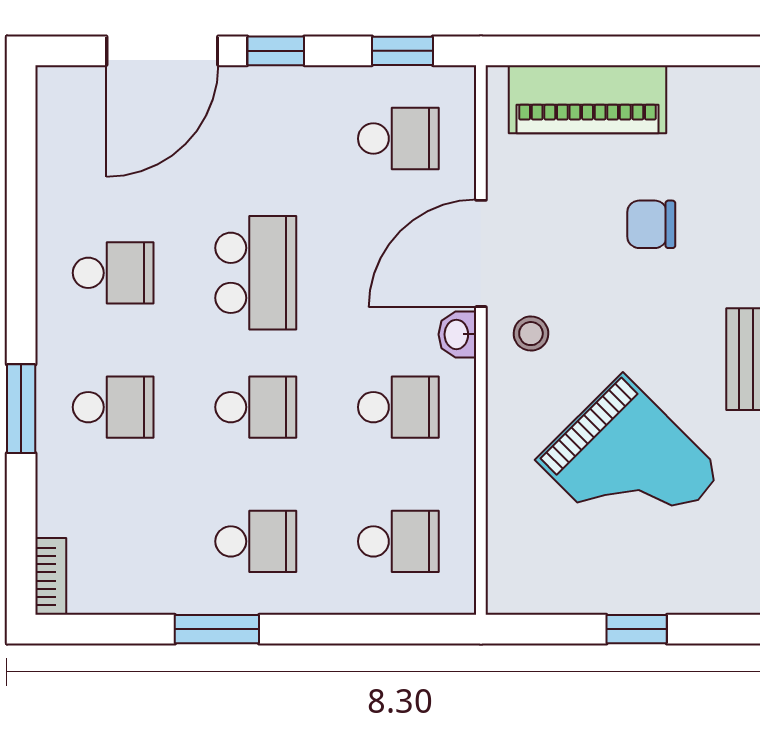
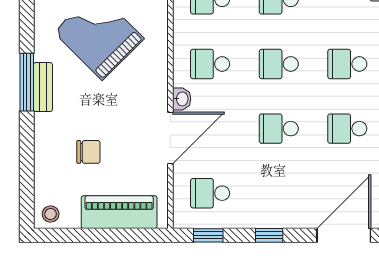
door: (162, 51) -> (344, 235), moved
school desk: (256, 273) -> (279, 129), width x0.54
stool: (531, 334) -> (51, 214), moved

